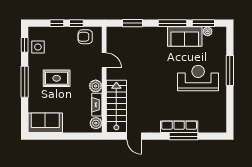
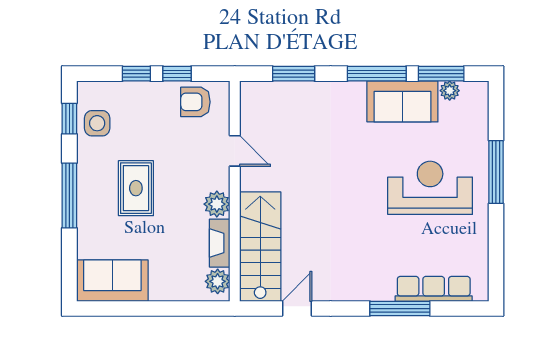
rug: (57, 78) -> (136, 188), turned 90
row of seats: (179, 127) -> (434, 289), moved
door: (134, 136) -> (297, 309), swing flipped

